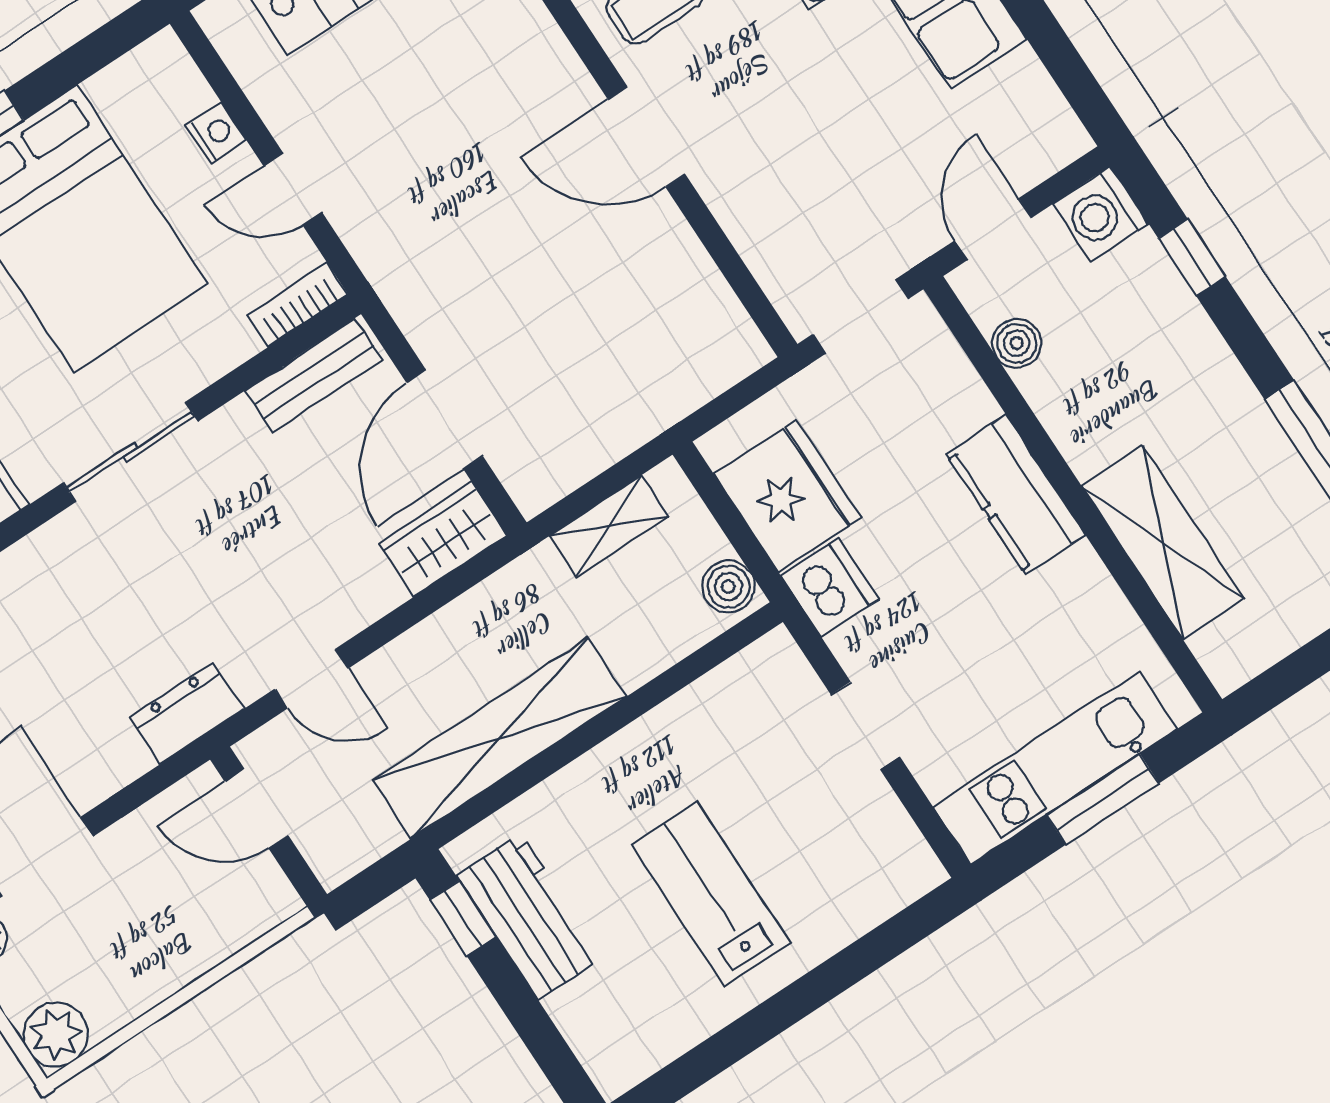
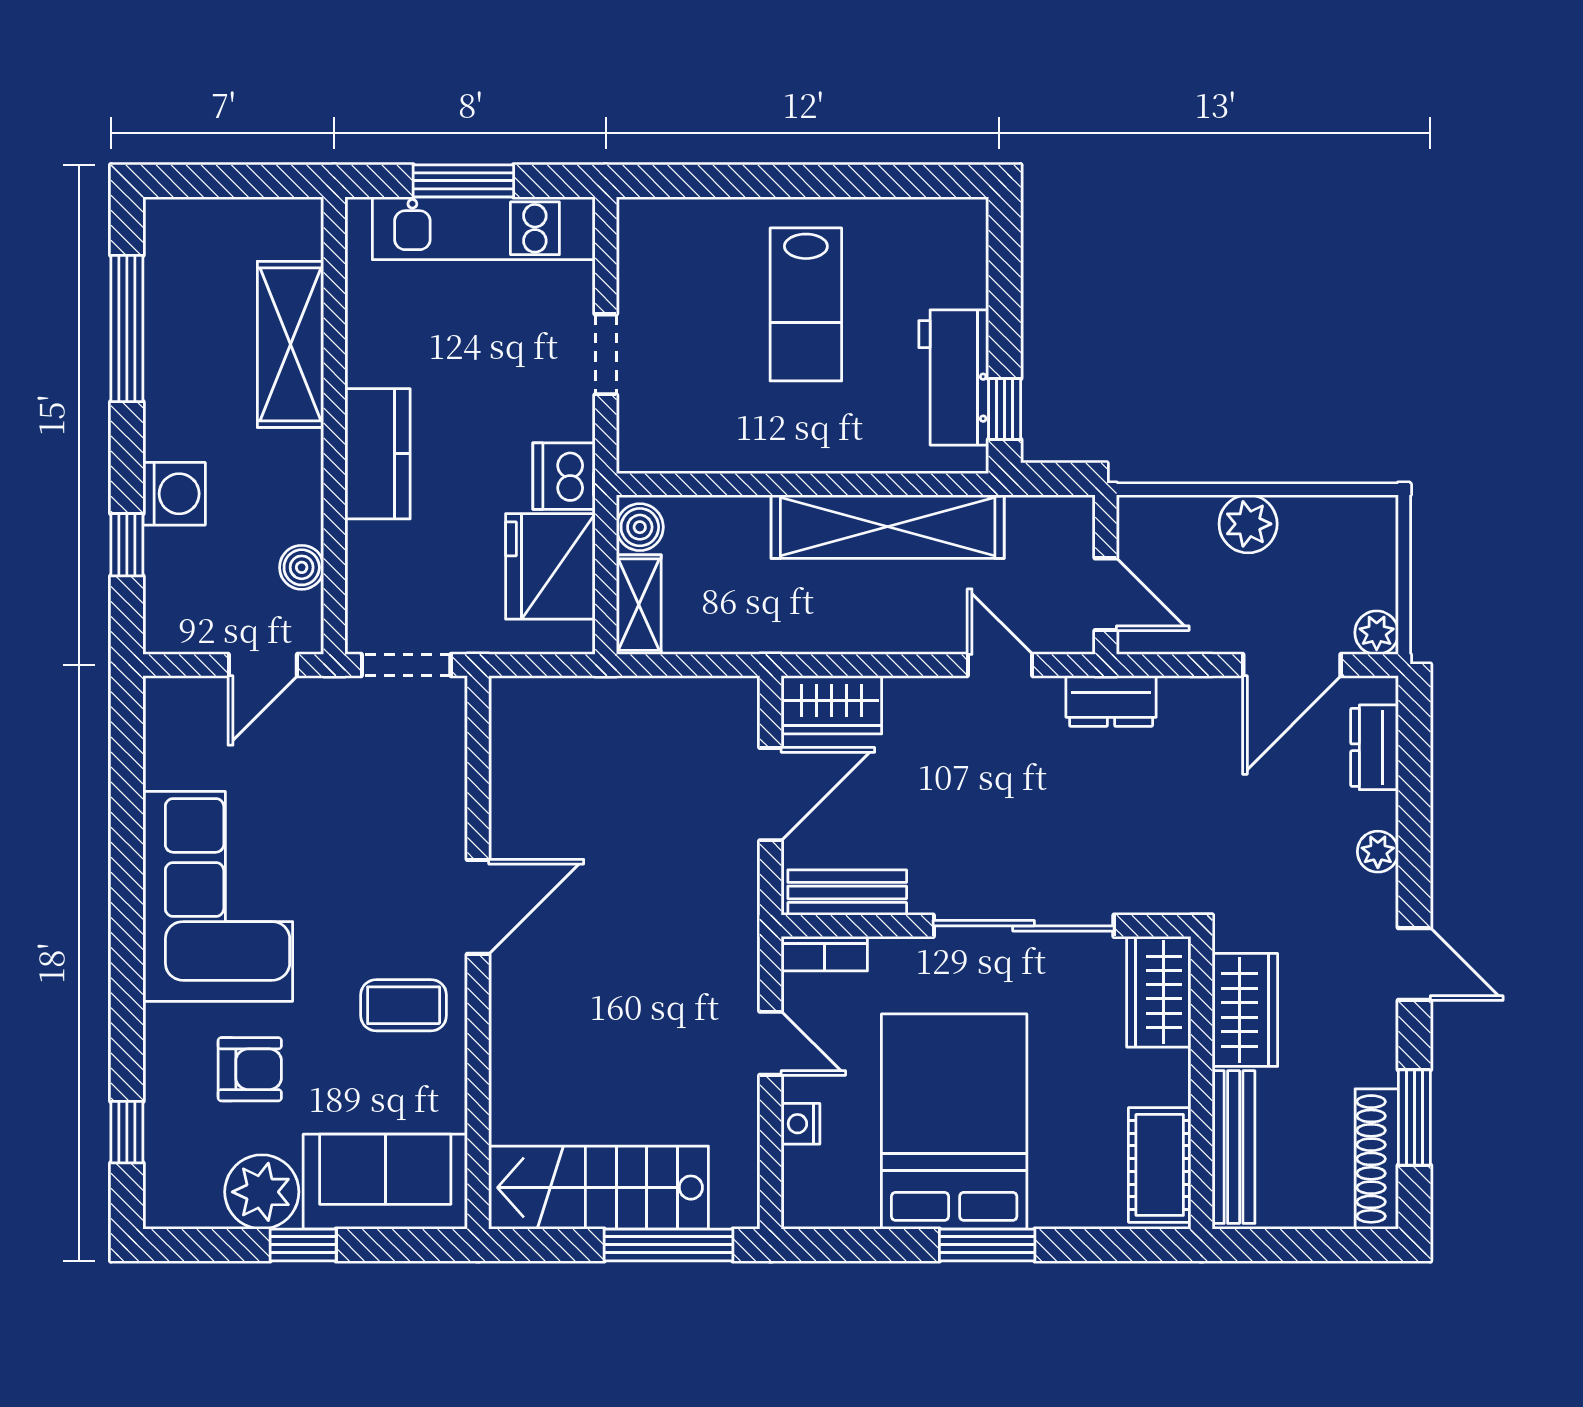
door: (647, 137) -> (478, 907), hinge flipped
washing machine: (1101, 214) -> (174, 494), moved
sliding door: (130, 452) -> (1024, 926), width x1.37
shelving: (609, 526) -> (639, 605), moved, turned 90
plant: (56, 1034) -> (1248, 524), moved

